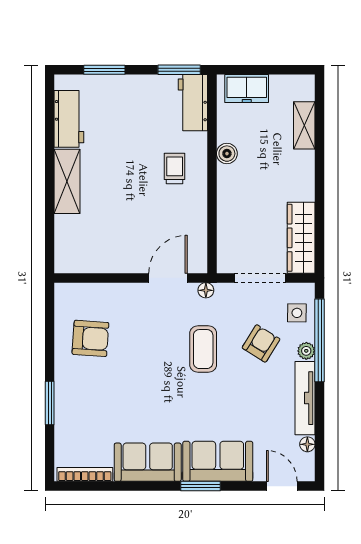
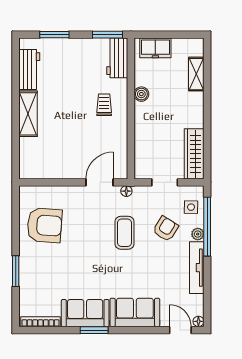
doorway: (260, 278) -> (165, 182), width x0.73
armchair: (90, 338) -> (45, 225), width x1.36, depth x1.36
floor lamp: (307, 444) -> (198, 321), moved
window: (201, 486) -> (94, 330), moved

